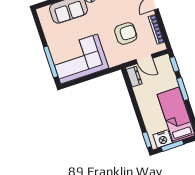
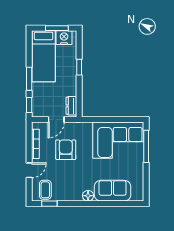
armchair: (126, 33) -> (66, 150), turned 90
door: (144, 59) -> (56, 120), swing flipped
window: (147, 140) -> (79, 67), moved

